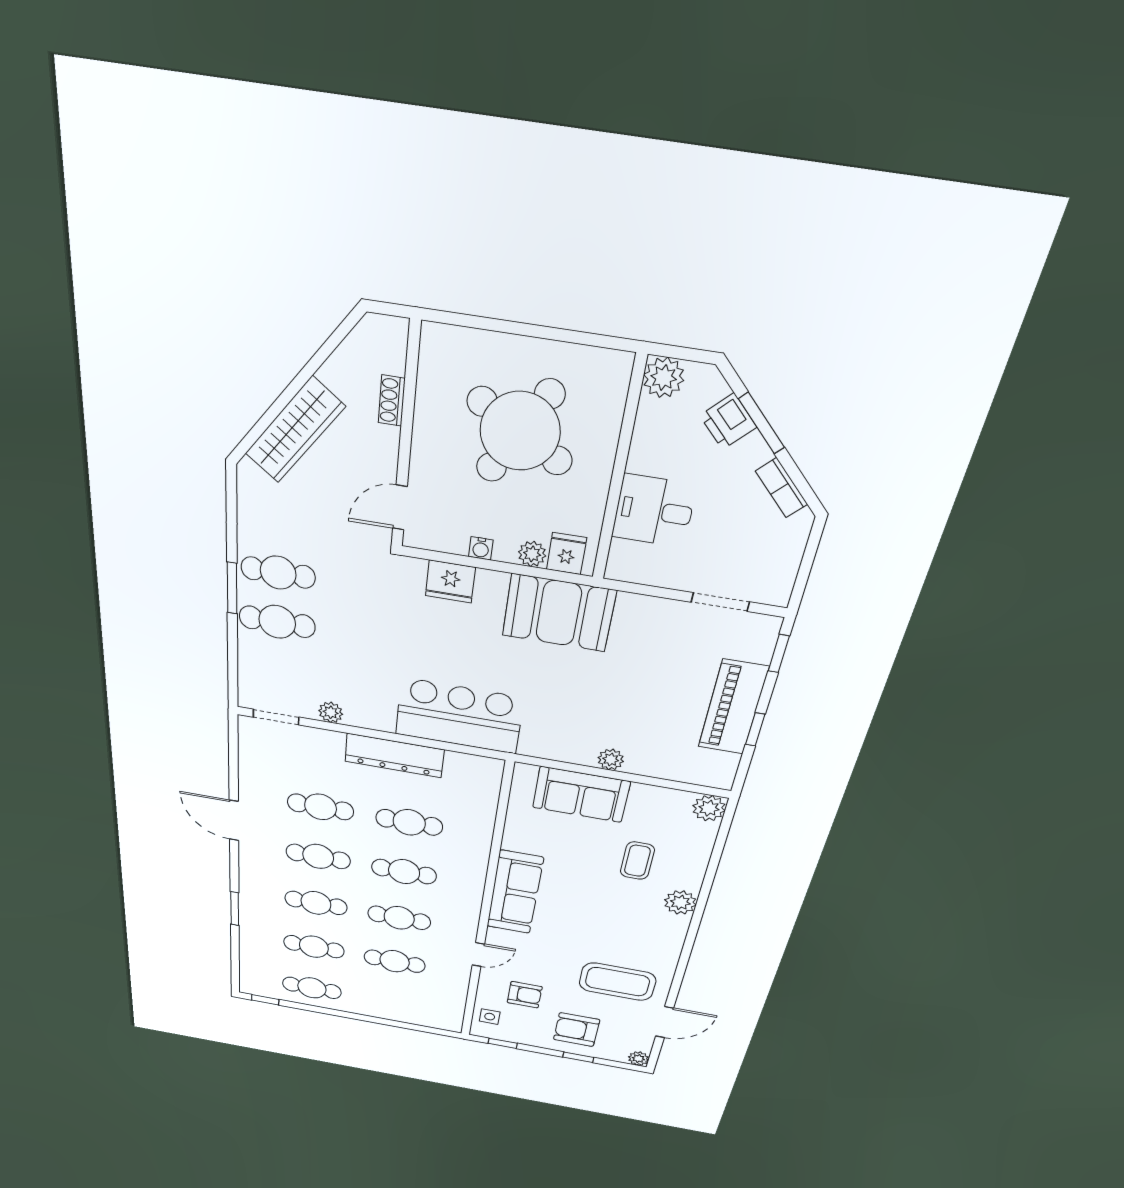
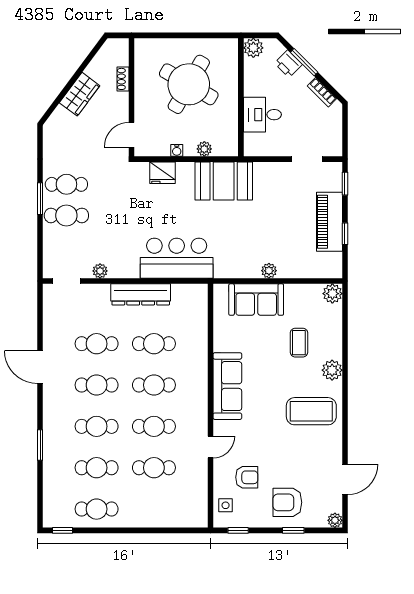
wardrobe: (295, 430) -> (80, 94), width x0.67
fridge: (567, 554) -> (222, 146), removed
coffee table: (617, 982) -> (311, 411), moved

